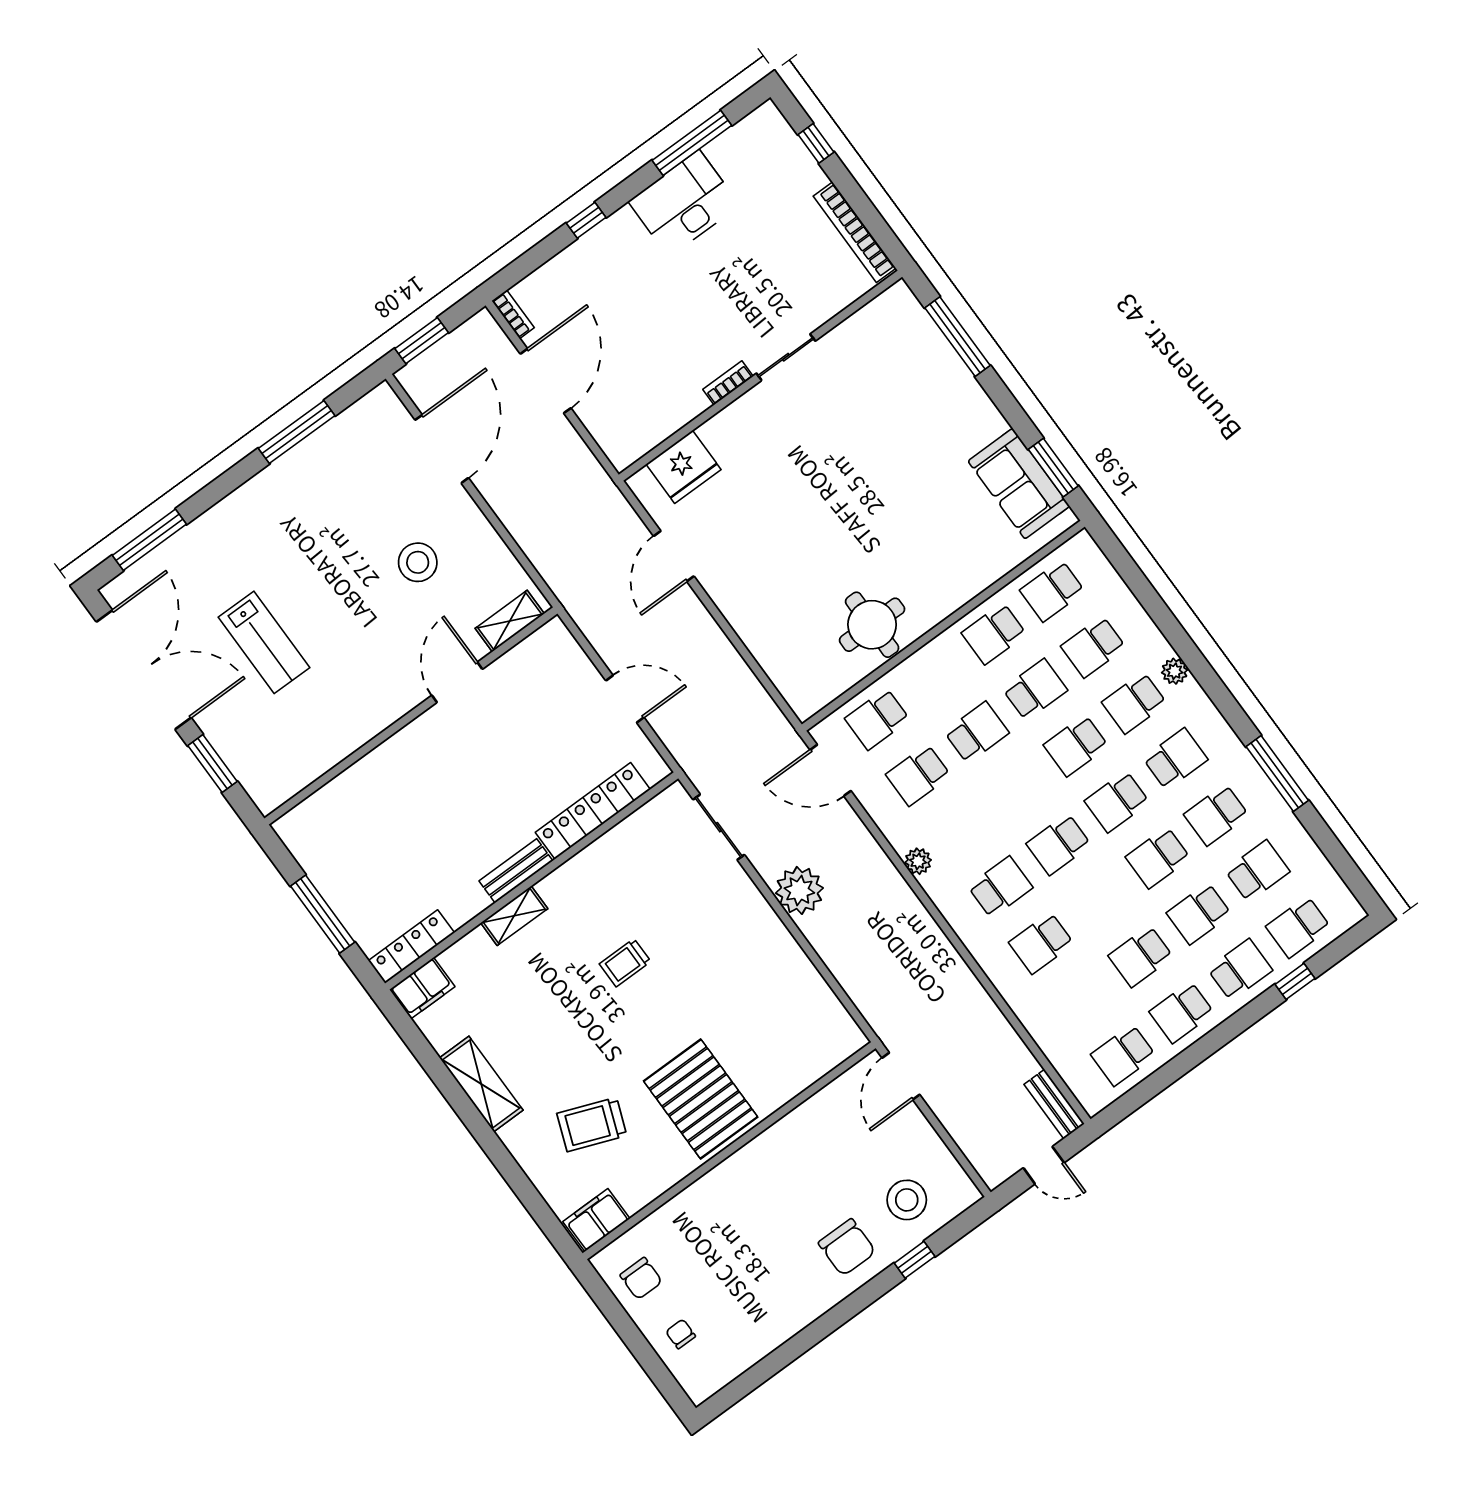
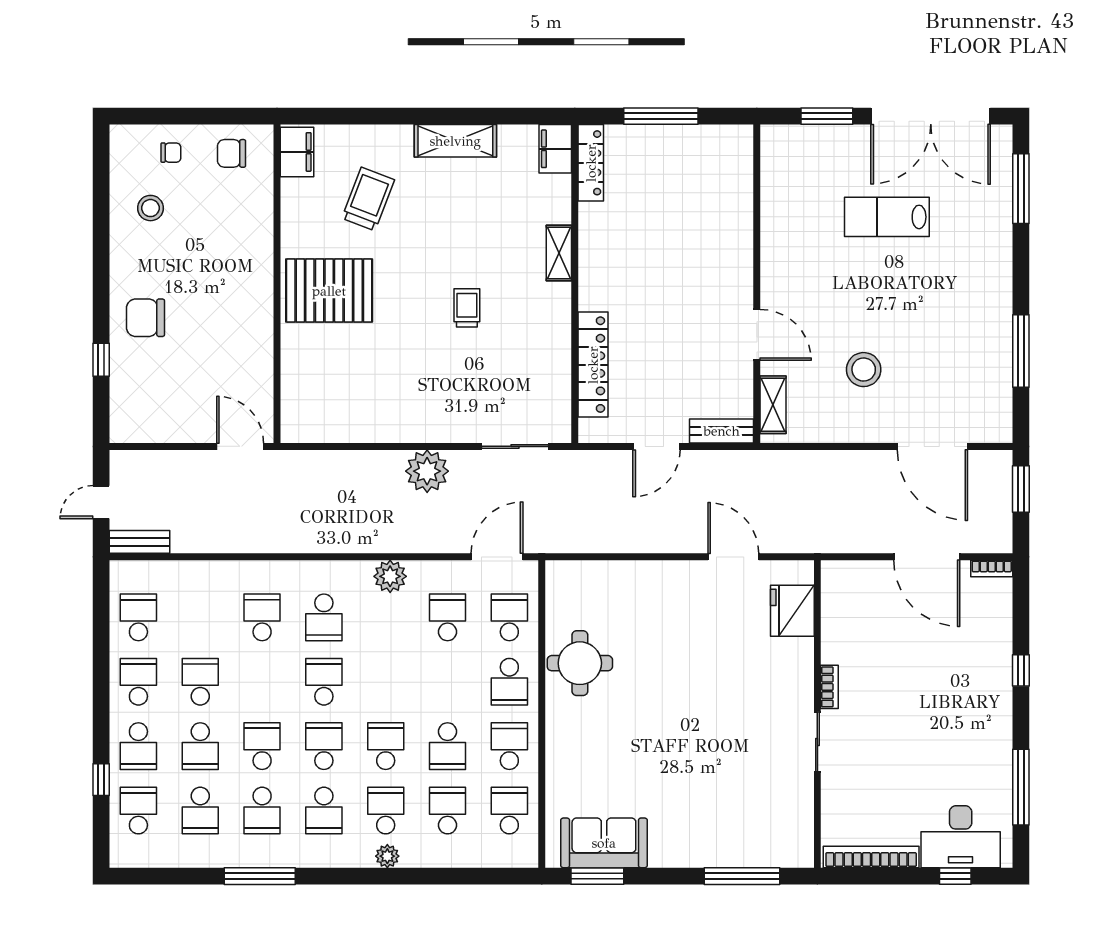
desk: (684, 203) -> (961, 837), moved, turned 90
school desk: (977, 732) -> (509, 682), moved
school desk: (1216, 815) -> (262, 811), turned 180
plant: (918, 861) -> (390, 576), width x1.38, depth x1.38
bench: (516, 871) -> (722, 431), moved, turned 90
school desk: (1199, 914) -> (200, 746), turned 180
stool: (907, 1200) -> (150, 208), moved, width x0.73, depth x0.73

